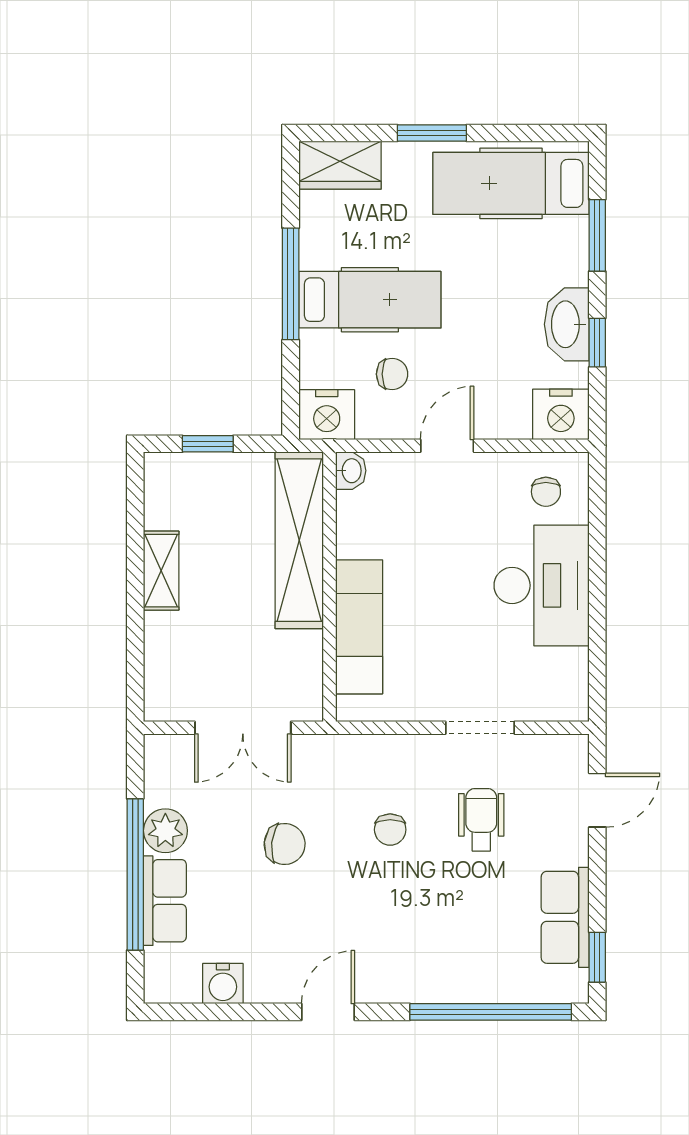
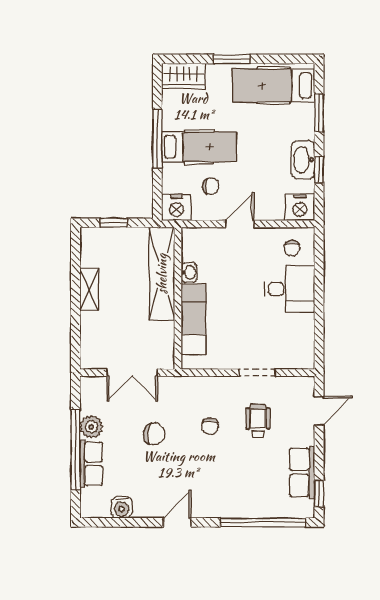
washbasin: (351, 471) -> (189, 272), moved
desk: (542, 585) -> (290, 289), width x0.73

